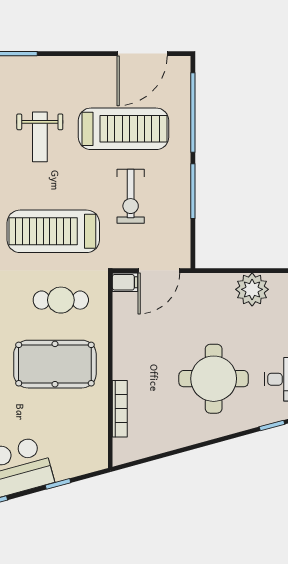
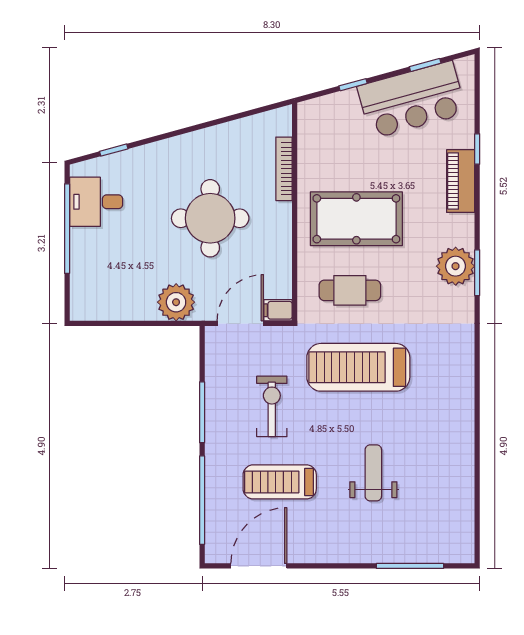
treadmill: (124, 129) -> (280, 482), width x0.73, depth x0.73
treadmill: (53, 231) -> (358, 367), turned 180
plant: (252, 289) -> (176, 302), moved
round table: (214, 379) -> (210, 218), moved

